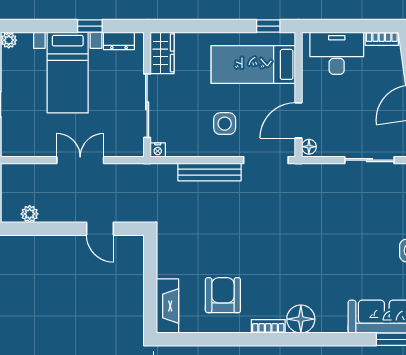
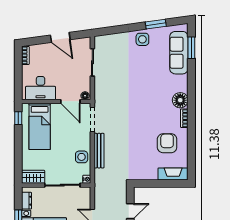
desk: (337, 53) -> (41, 88), moved, turned -90
side table: (225, 124) -> (82, 157), moved
armchair: (223, 295) -> (167, 143), turned 90

